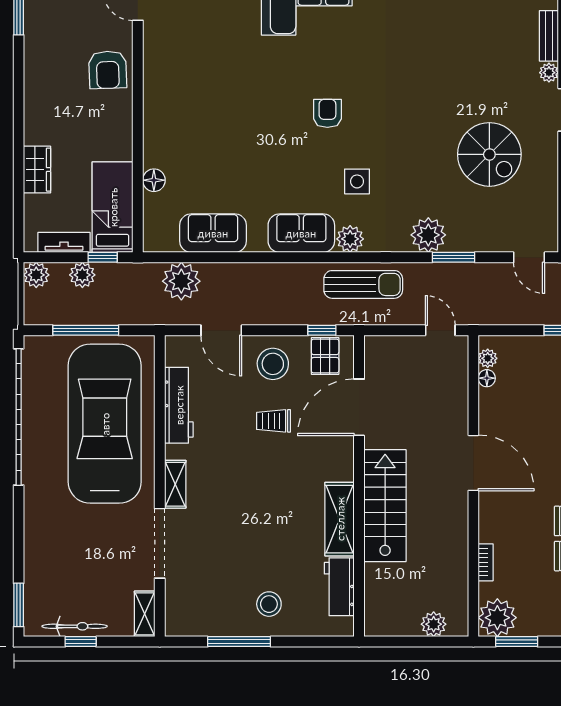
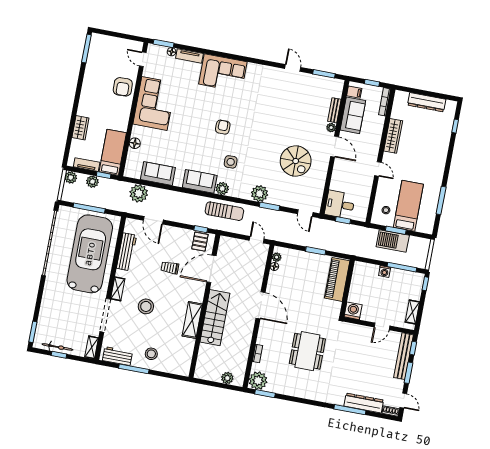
corner sofa: (179, 92) -> (154, 103), added
stool: (273, 364) -> (146, 306), moved
workbench: (339, 587) -> (117, 356), moved, turned 90

